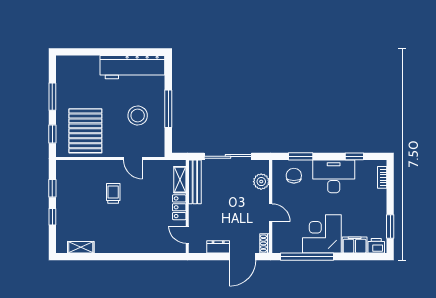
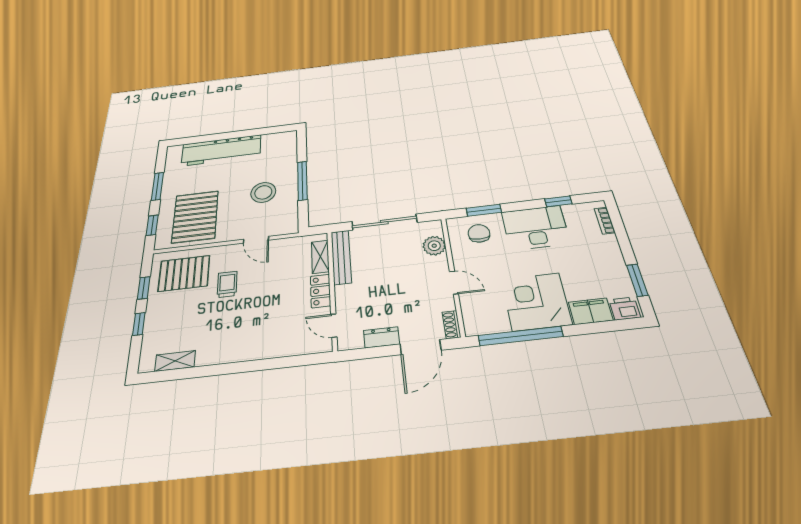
workbench: (132, 67) -> (221, 150), moved
pallet: (81, 180) -> (184, 273), added

